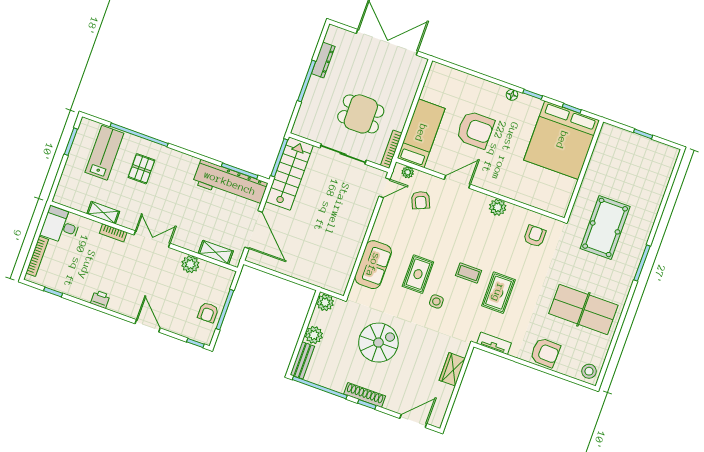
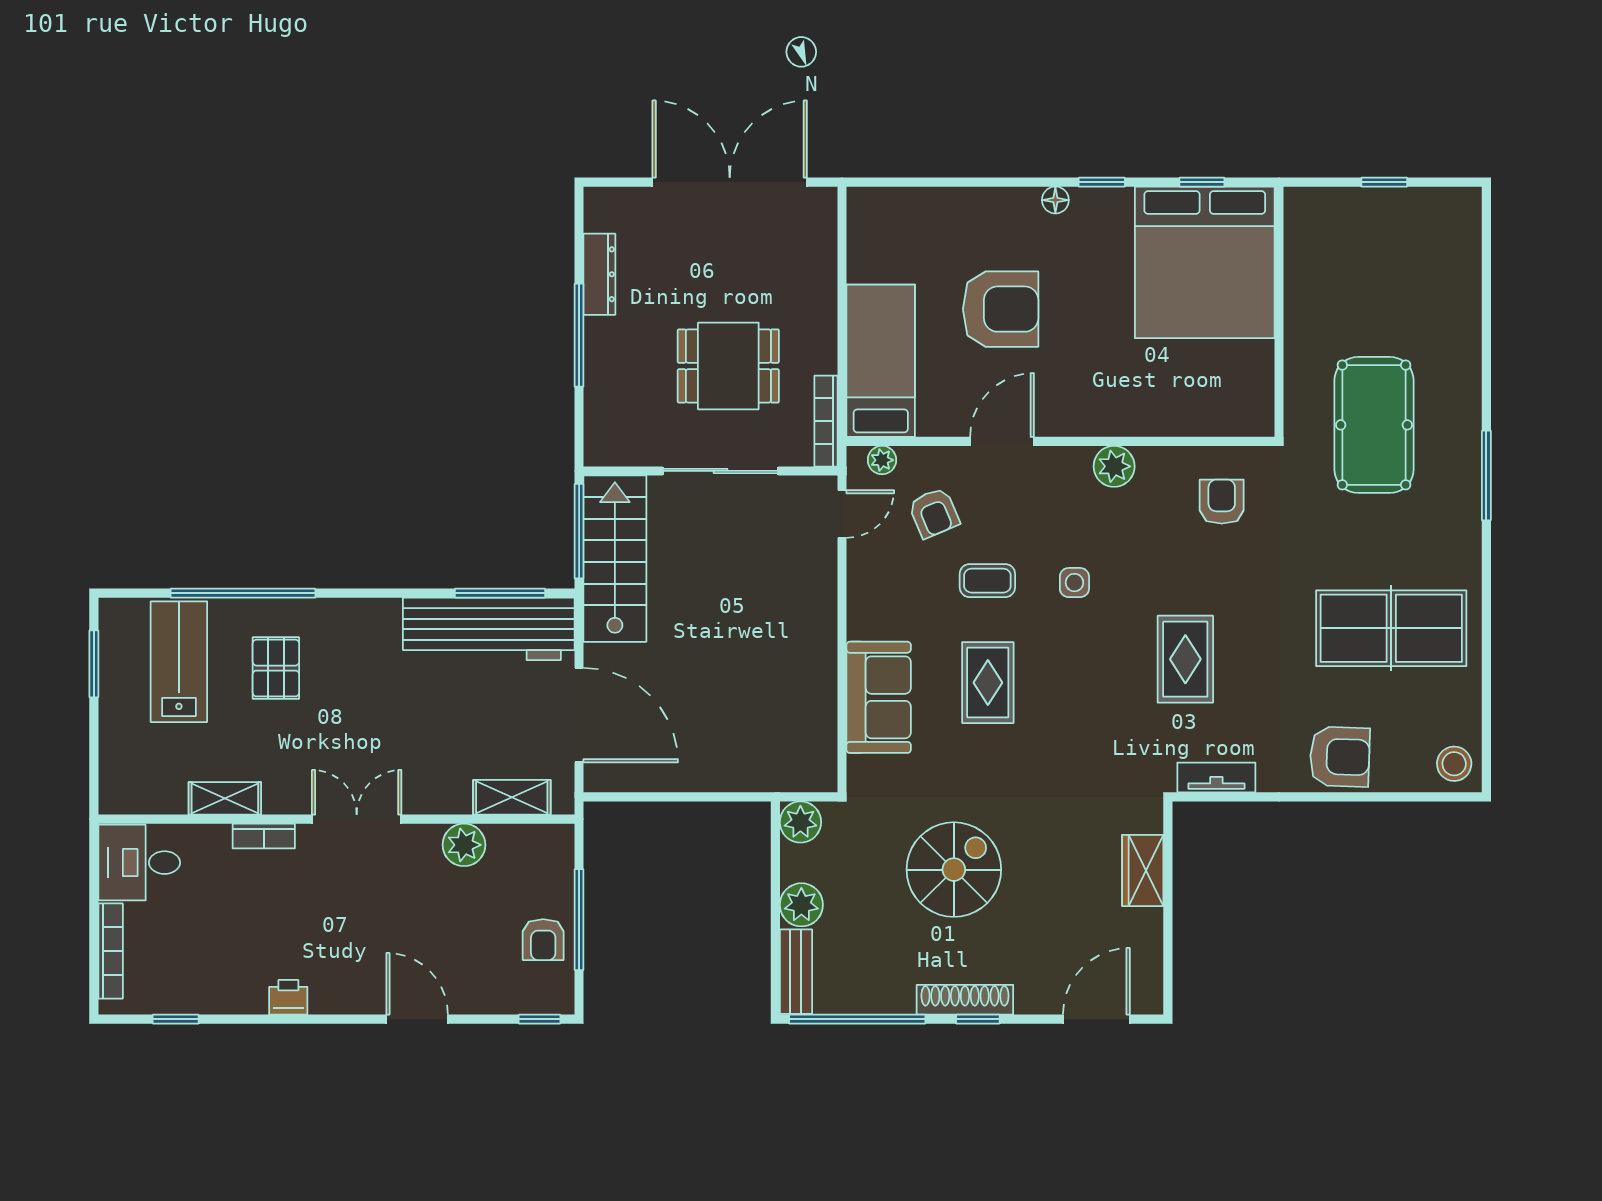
coffee table: (469, 273) -> (987, 581), moved
side table: (436, 301) -> (1074, 583), moved

